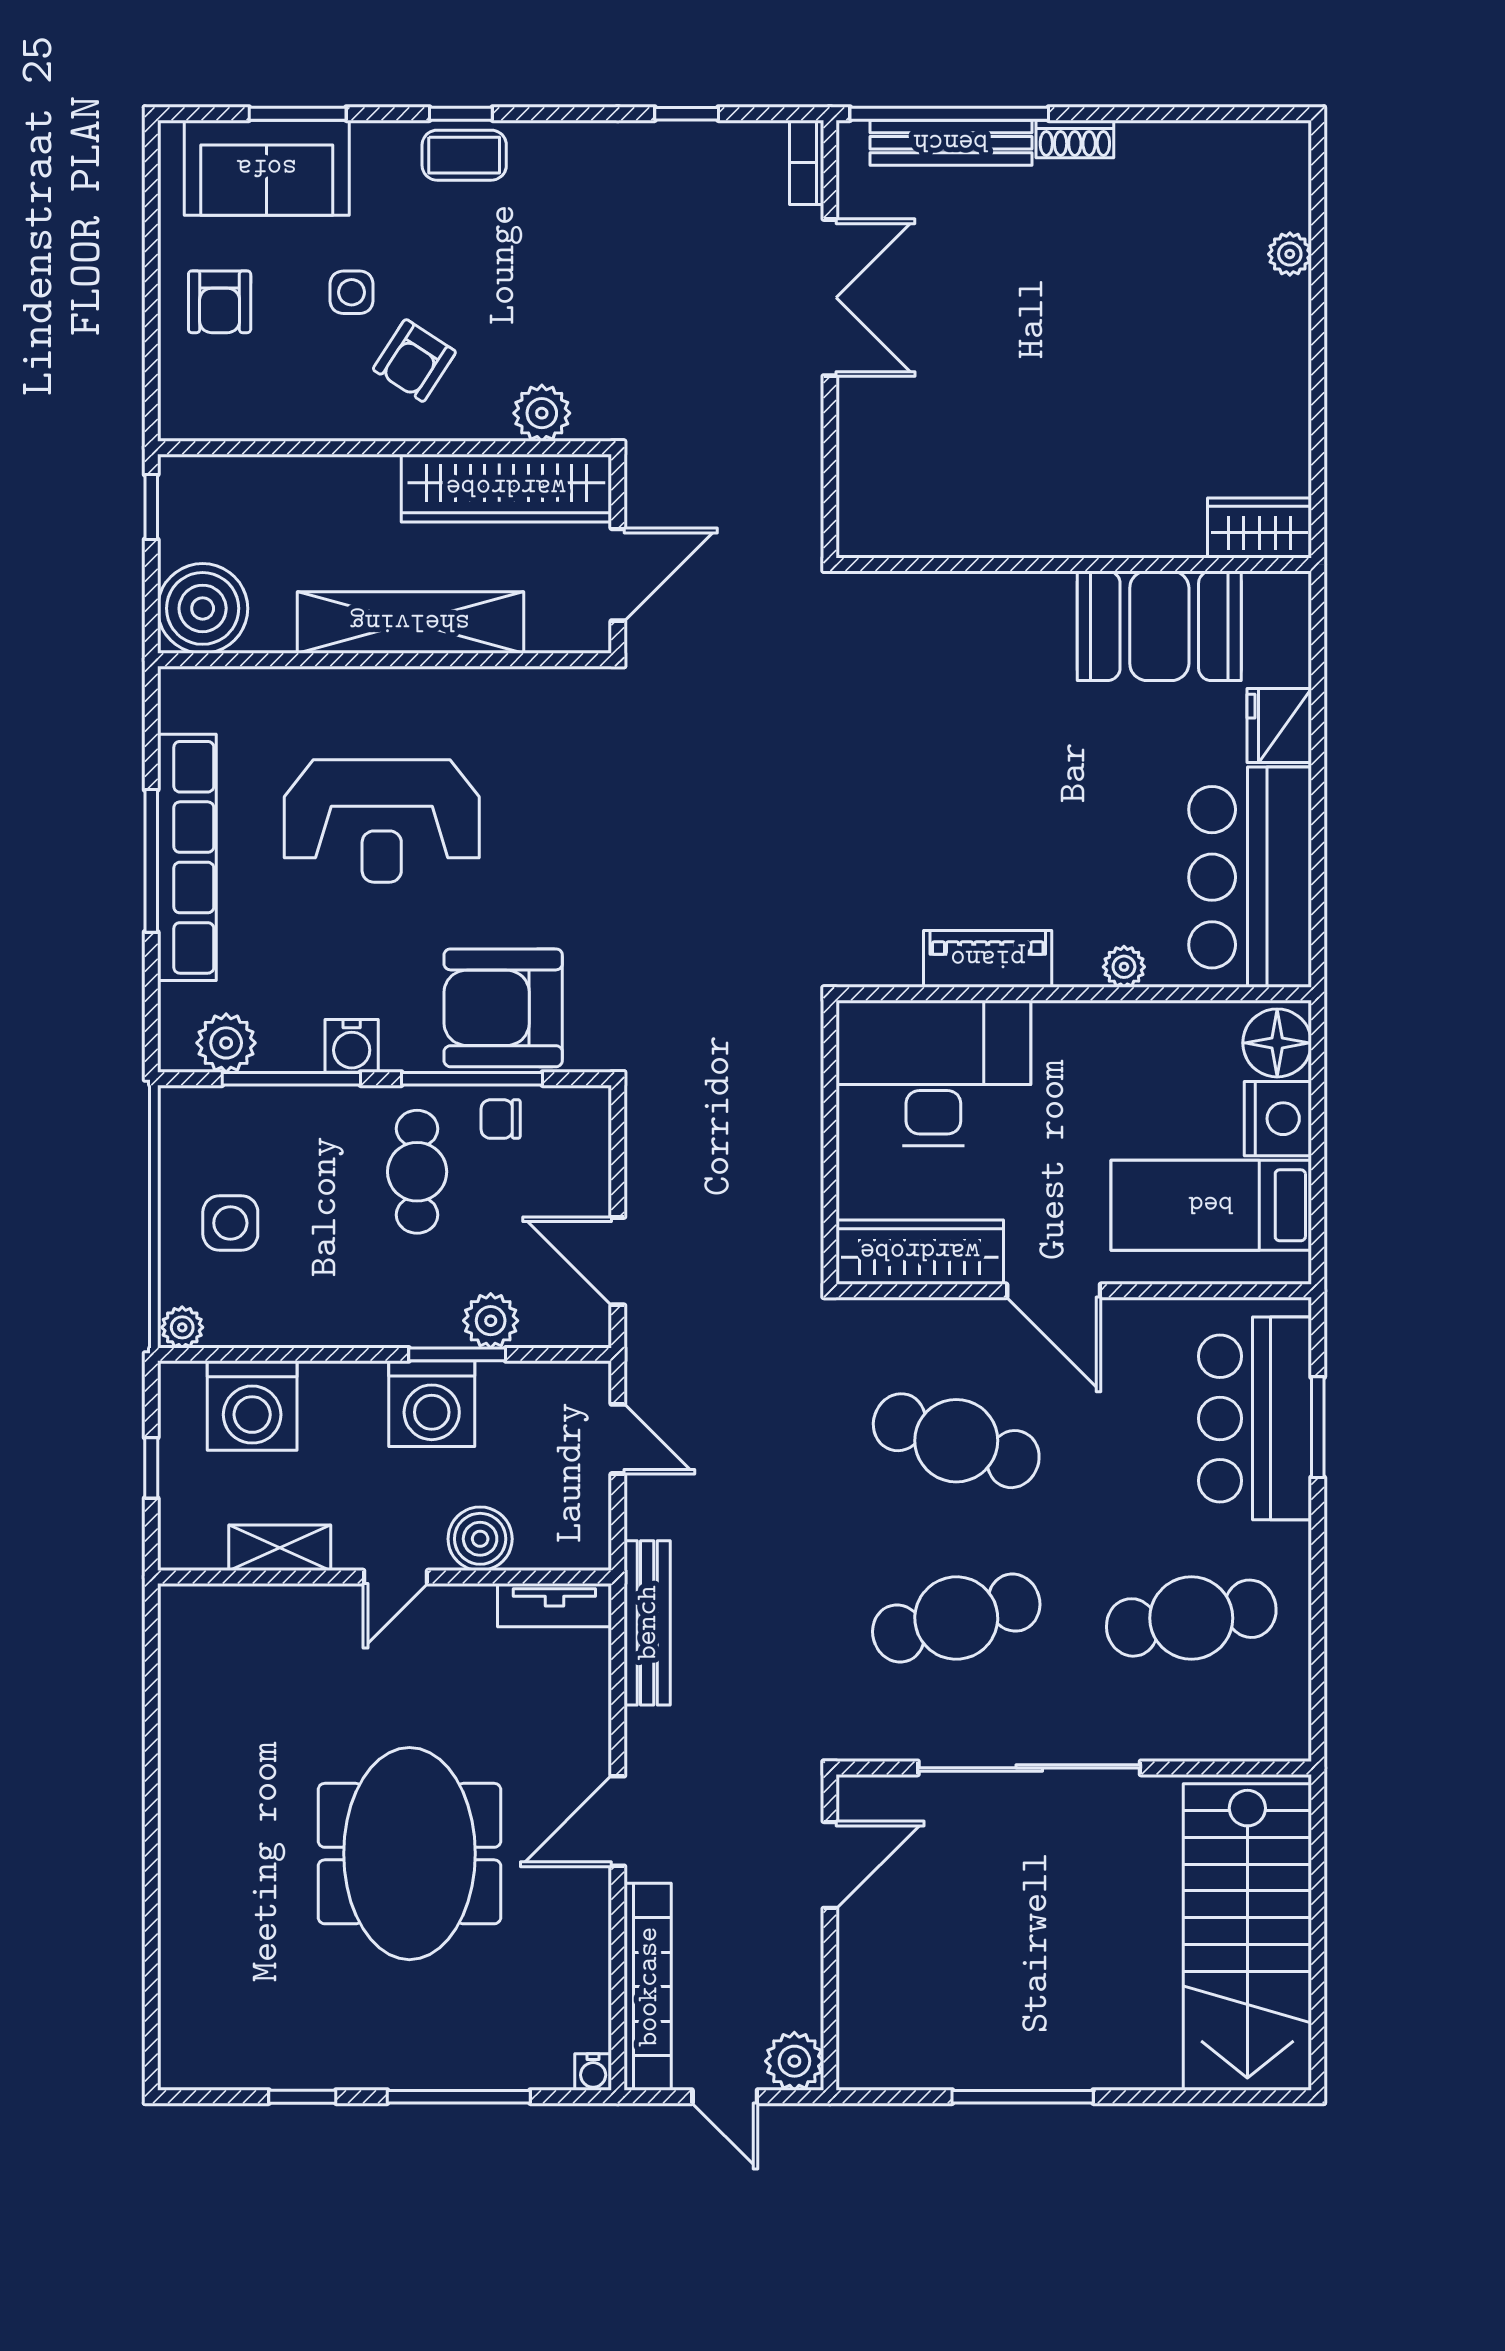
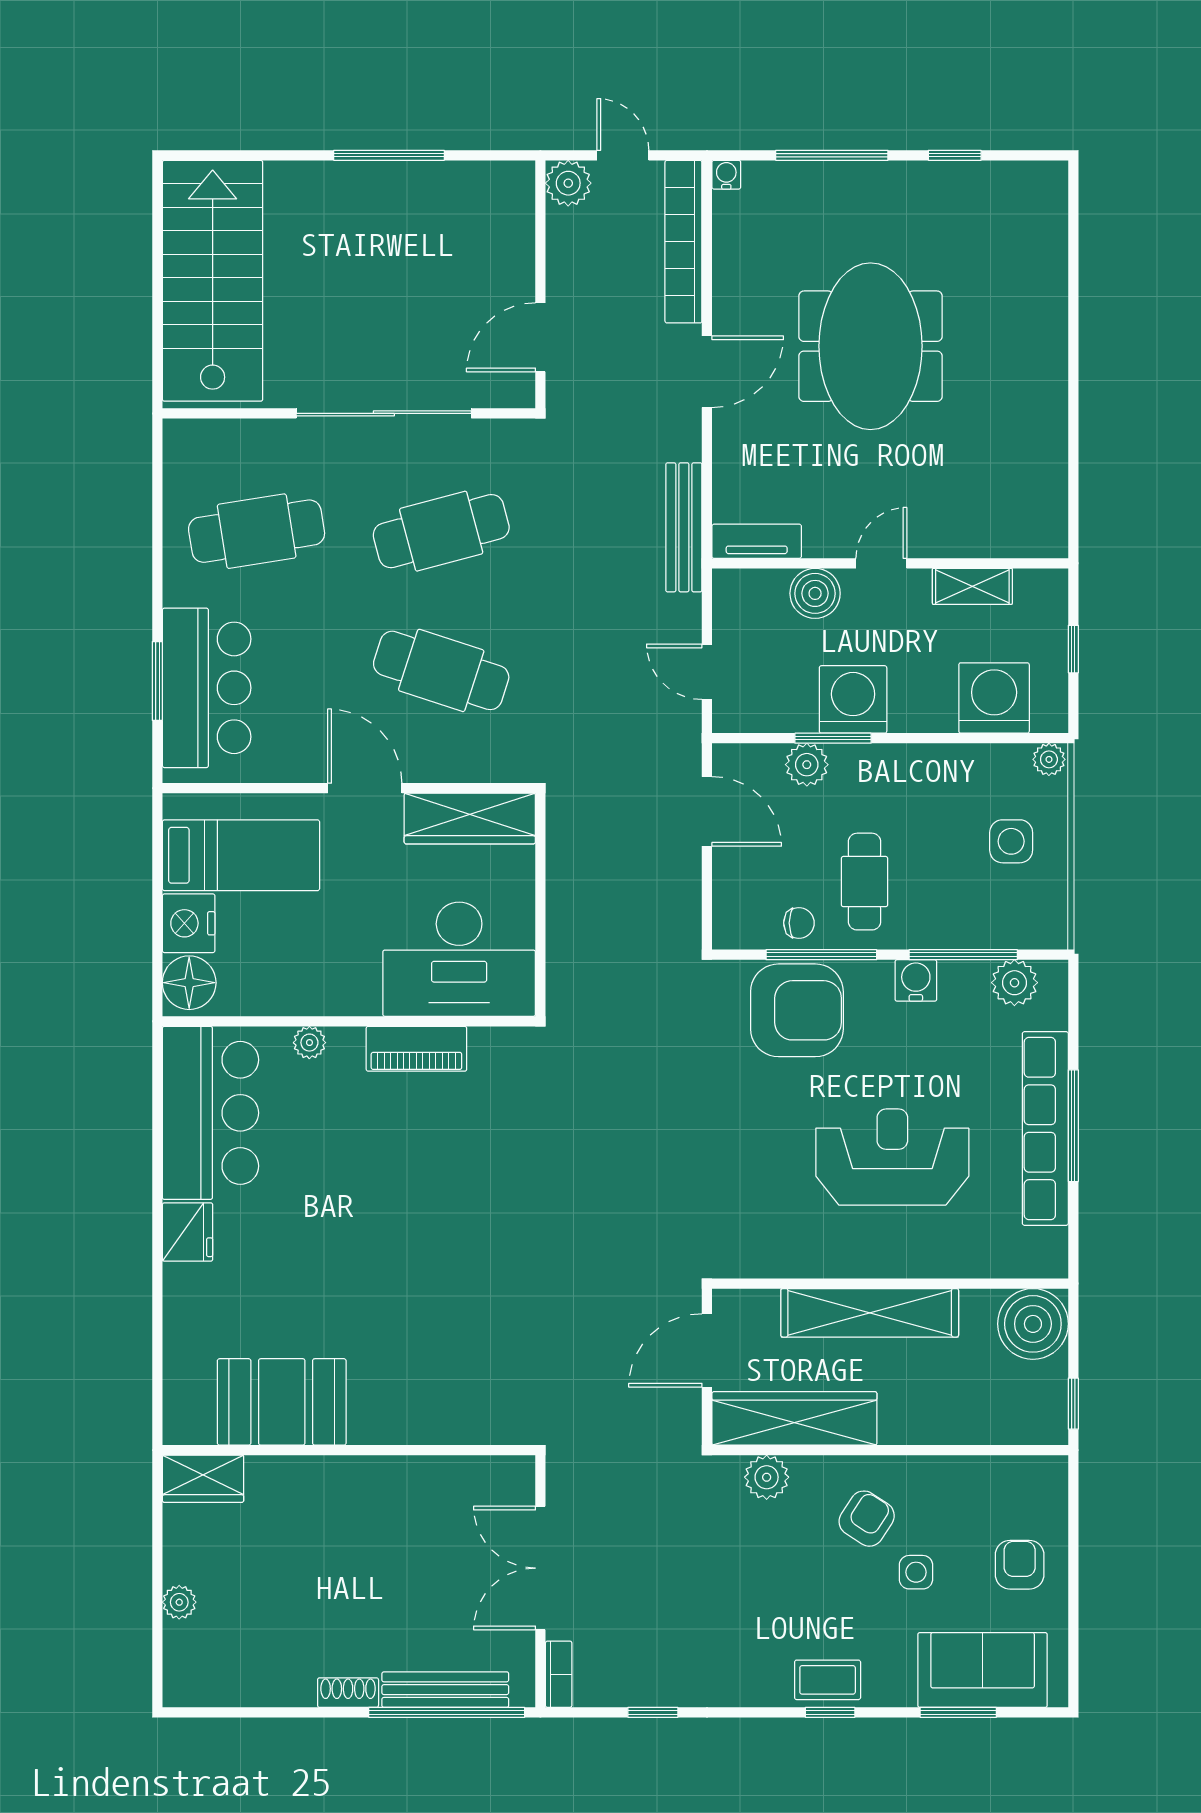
wardrobe: (1259, 528) -> (203, 1479), moved
wall: (1074, 564) -> (349, 1450), moved
booth: (1159, 626) -> (282, 1402), moved

